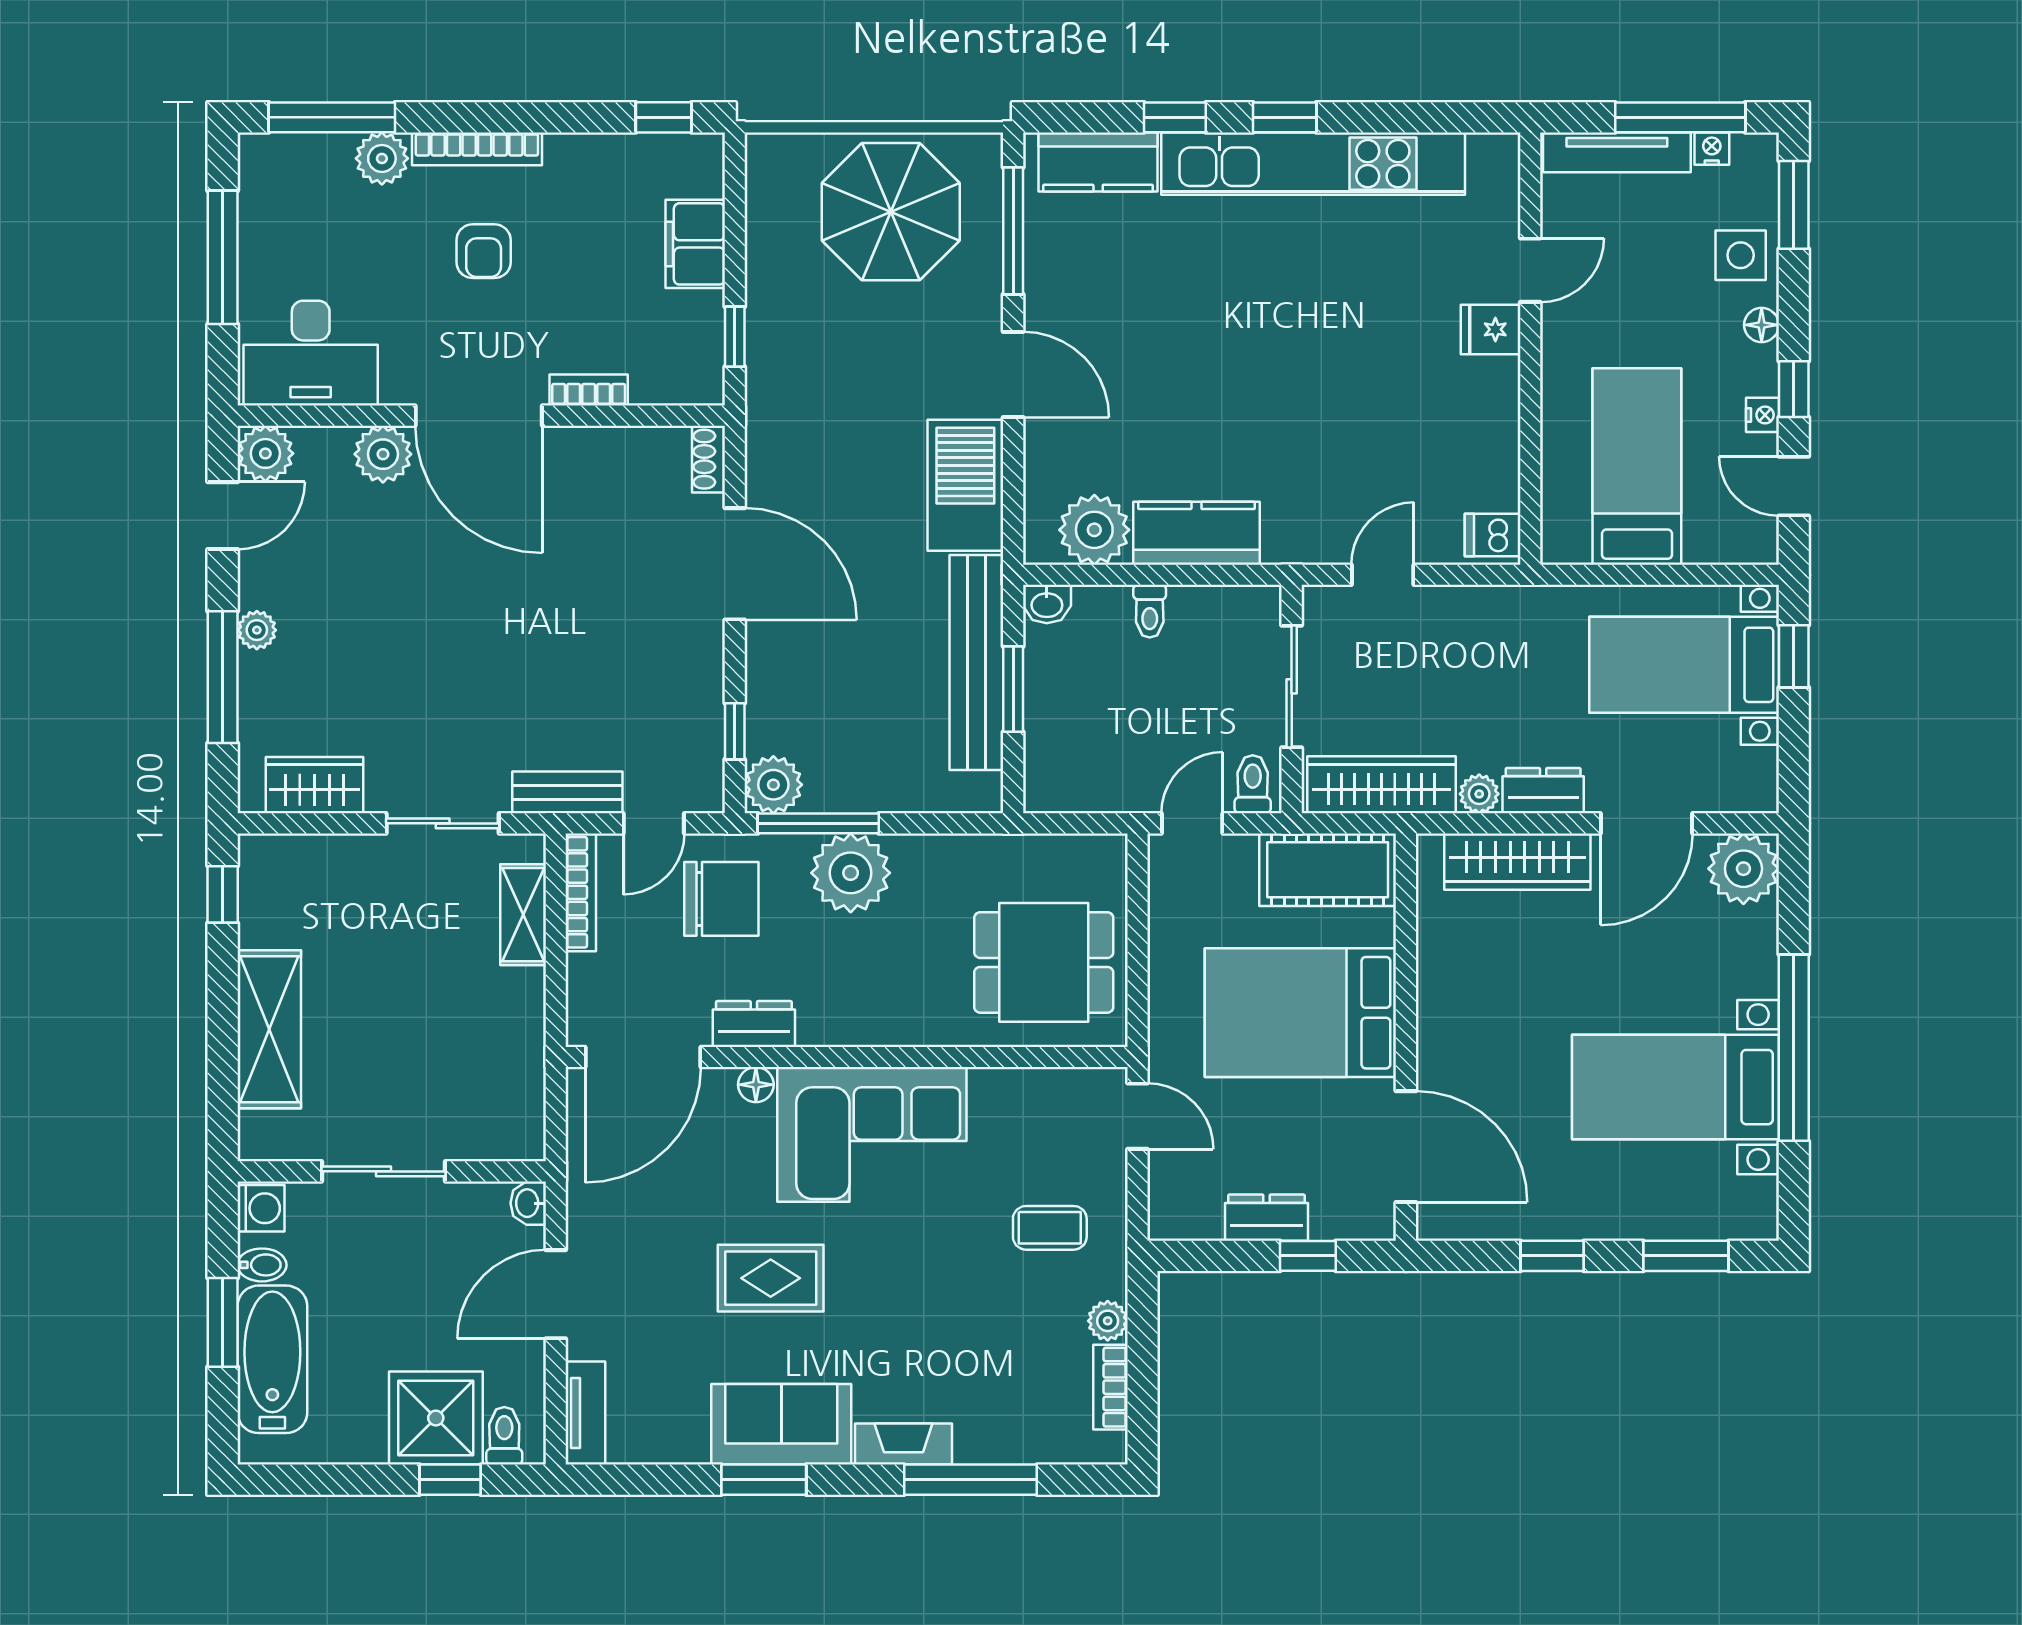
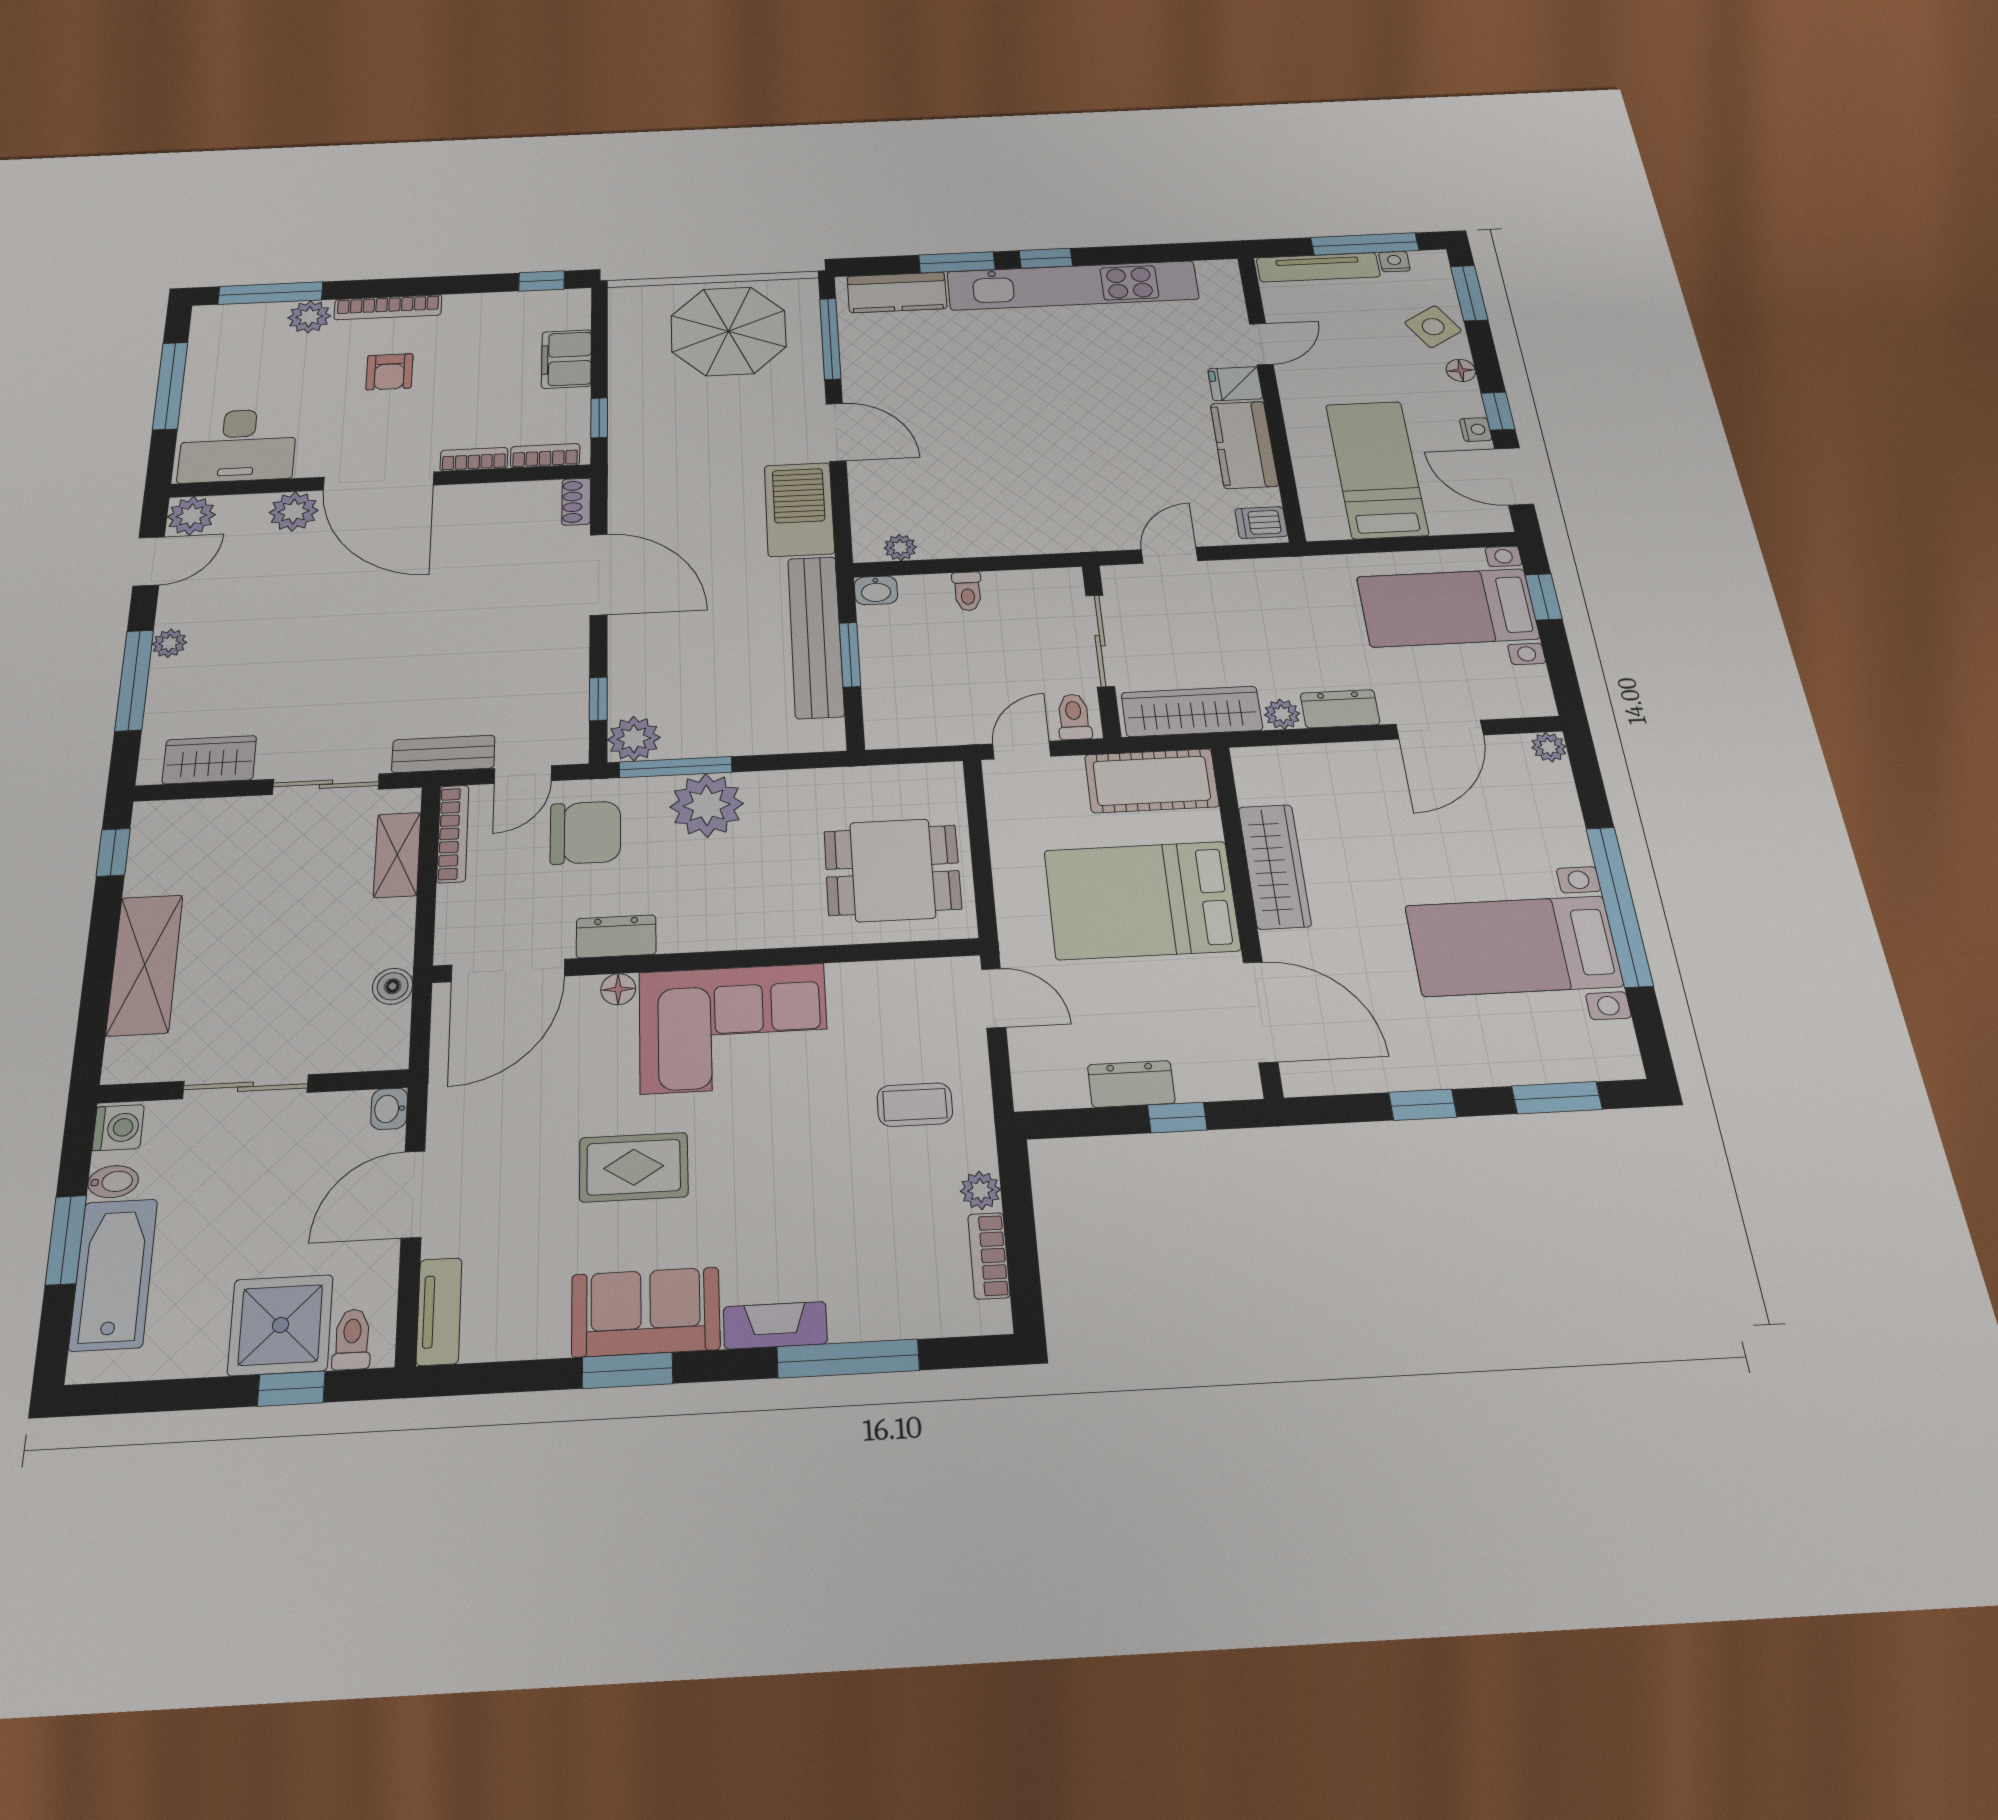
window: (1175, 117) -> (957, 262), width x1.50
side table: (1741, 255) -> (1433, 327), turned -31
bookcase: (672, 390) -> (545, 456), added
door: (1794, 486) -> (1514, 476), width x1.38
plant: (1094, 530) -> (900, 548), width x0.53, depth x0.53
kitchen counter: (1196, 533) -> (1244, 445), moved, turned -90
wardrobe: (1517, 862) -> (1275, 866), moved, turned -90
plant: (1743, 869) -> (1549, 747), width x0.53, depth x0.53
boiler: (525, 1068) -> (393, 986), added

